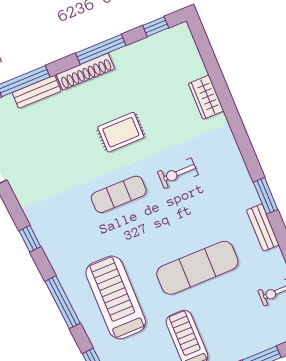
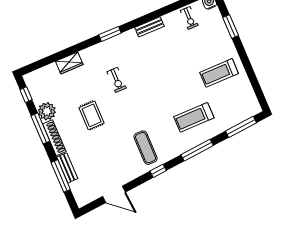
plant: (128, 60) -> (47, 111), added
exercise mat: (119, 194) -> (146, 148), moved
window: (266, 196) -> (110, 34), moved
exercise mat: (197, 268) -> (175, 67), removed
treadmill: (116, 297) -> (194, 117), width x0.73, depth x0.73

